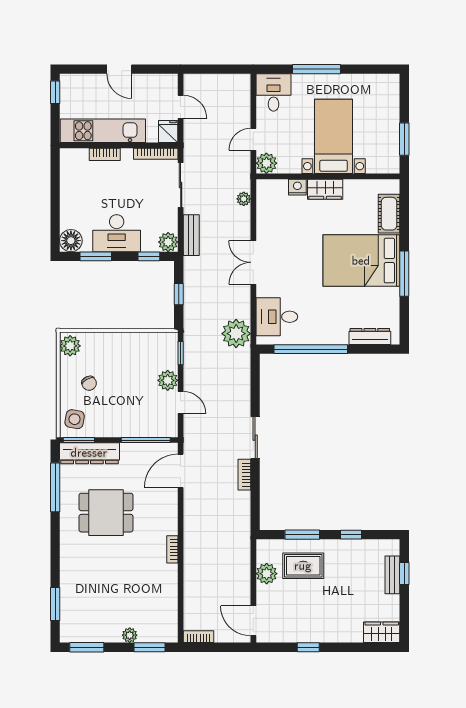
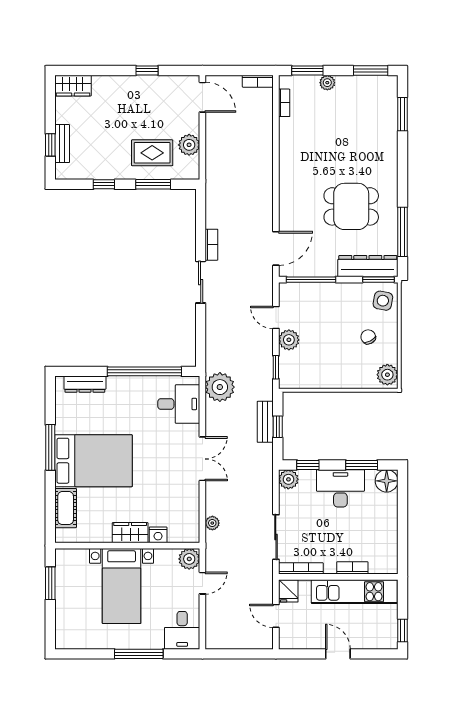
bench: (191, 235) -> (265, 422), moved
bookcase: (172, 549) -> (284, 103), moved

